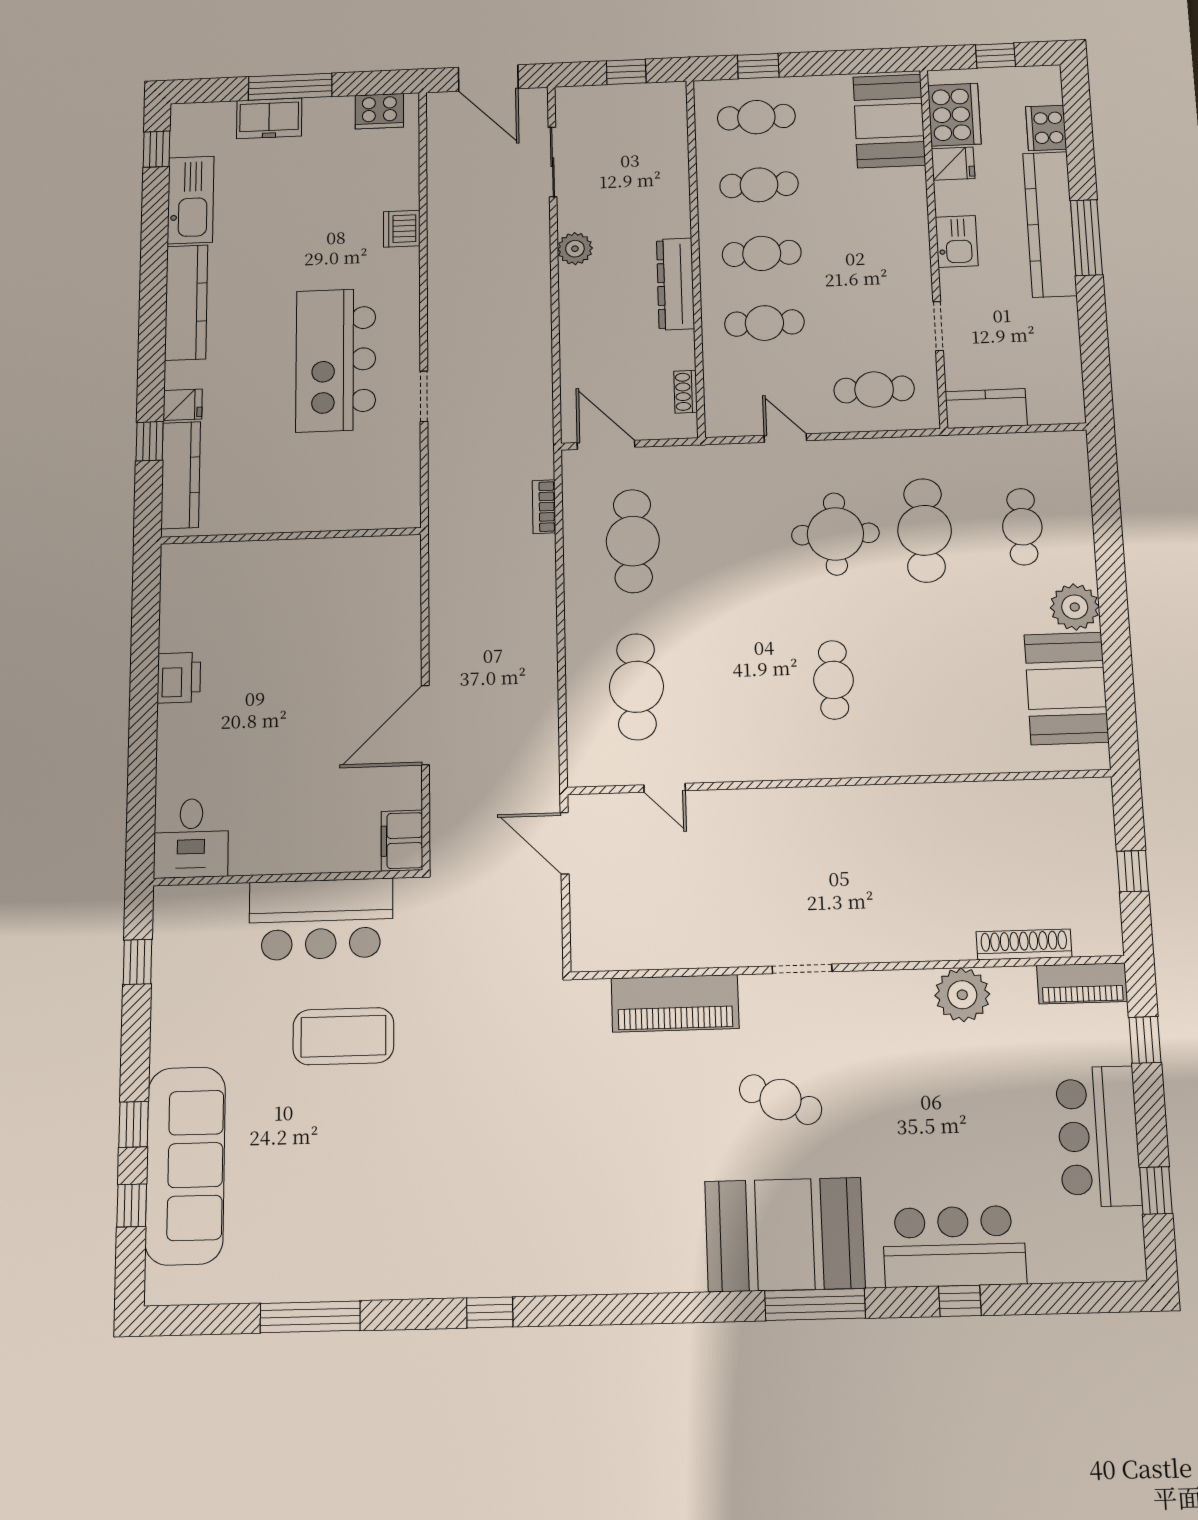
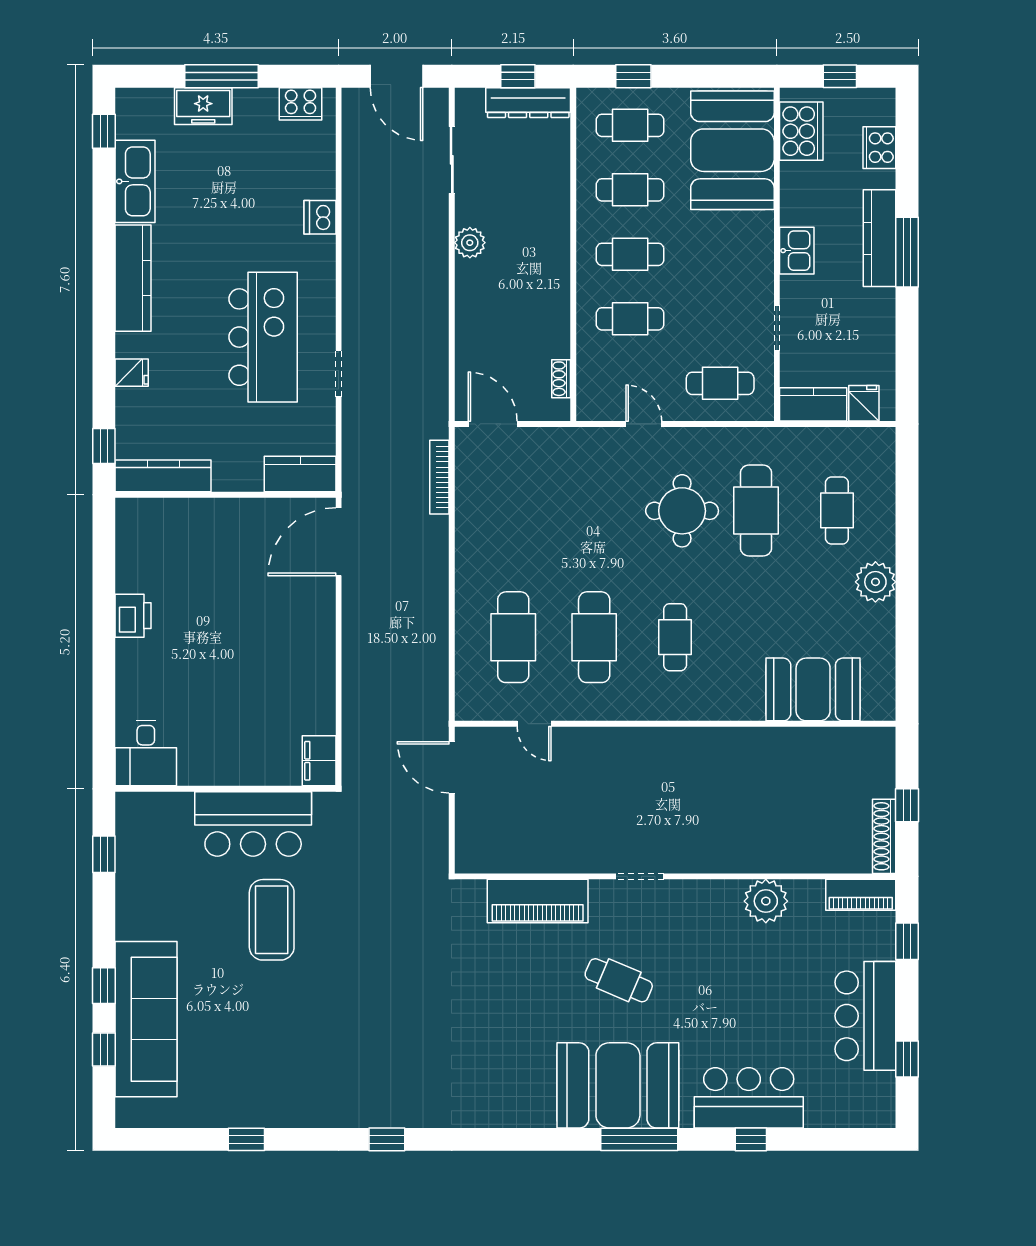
booth: (889, 121) -> (732, 150), width x1.36, depth x1.42
fridge: (953, 164) -> (864, 403), moved, turned -90
kitchen counter: (1050, 224) -> (879, 238), width x0.72, depth x0.86
dresser: (675, 284) -> (528, 103), moved, turned -90
kitchen island: (336, 360) -> (263, 337), turned 180
window: (150, 441) -> (104, 446), moved
kitchen counter: (181, 475) -> (163, 476), moved, turned -90
bookcase: (544, 507) -> (439, 477), width x1.56
kitchen counter: (379, 509) -> (300, 474), added
cafe table: (633, 541) -> (594, 637), moved
booth: (1066, 688) -> (813, 689), moved, turned 90
door: (425, 725) -> (339, 542), moved
shoe rack: (1024, 944) -> (884, 836), moved, turned -90
coffee table: (343, 1036) -> (272, 920), turned 90
window: (310, 1317) -> (246, 1139), width x0.46

